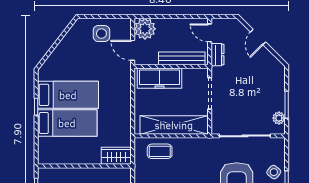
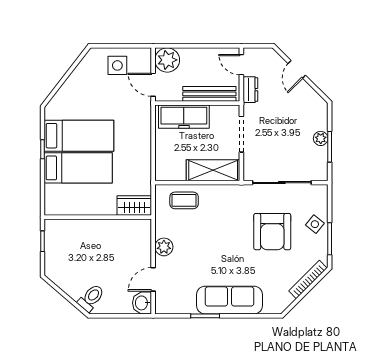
plant: (279, 118) -> (321, 138), moved
shelving: (174, 125) -> (213, 170), width x0.68

